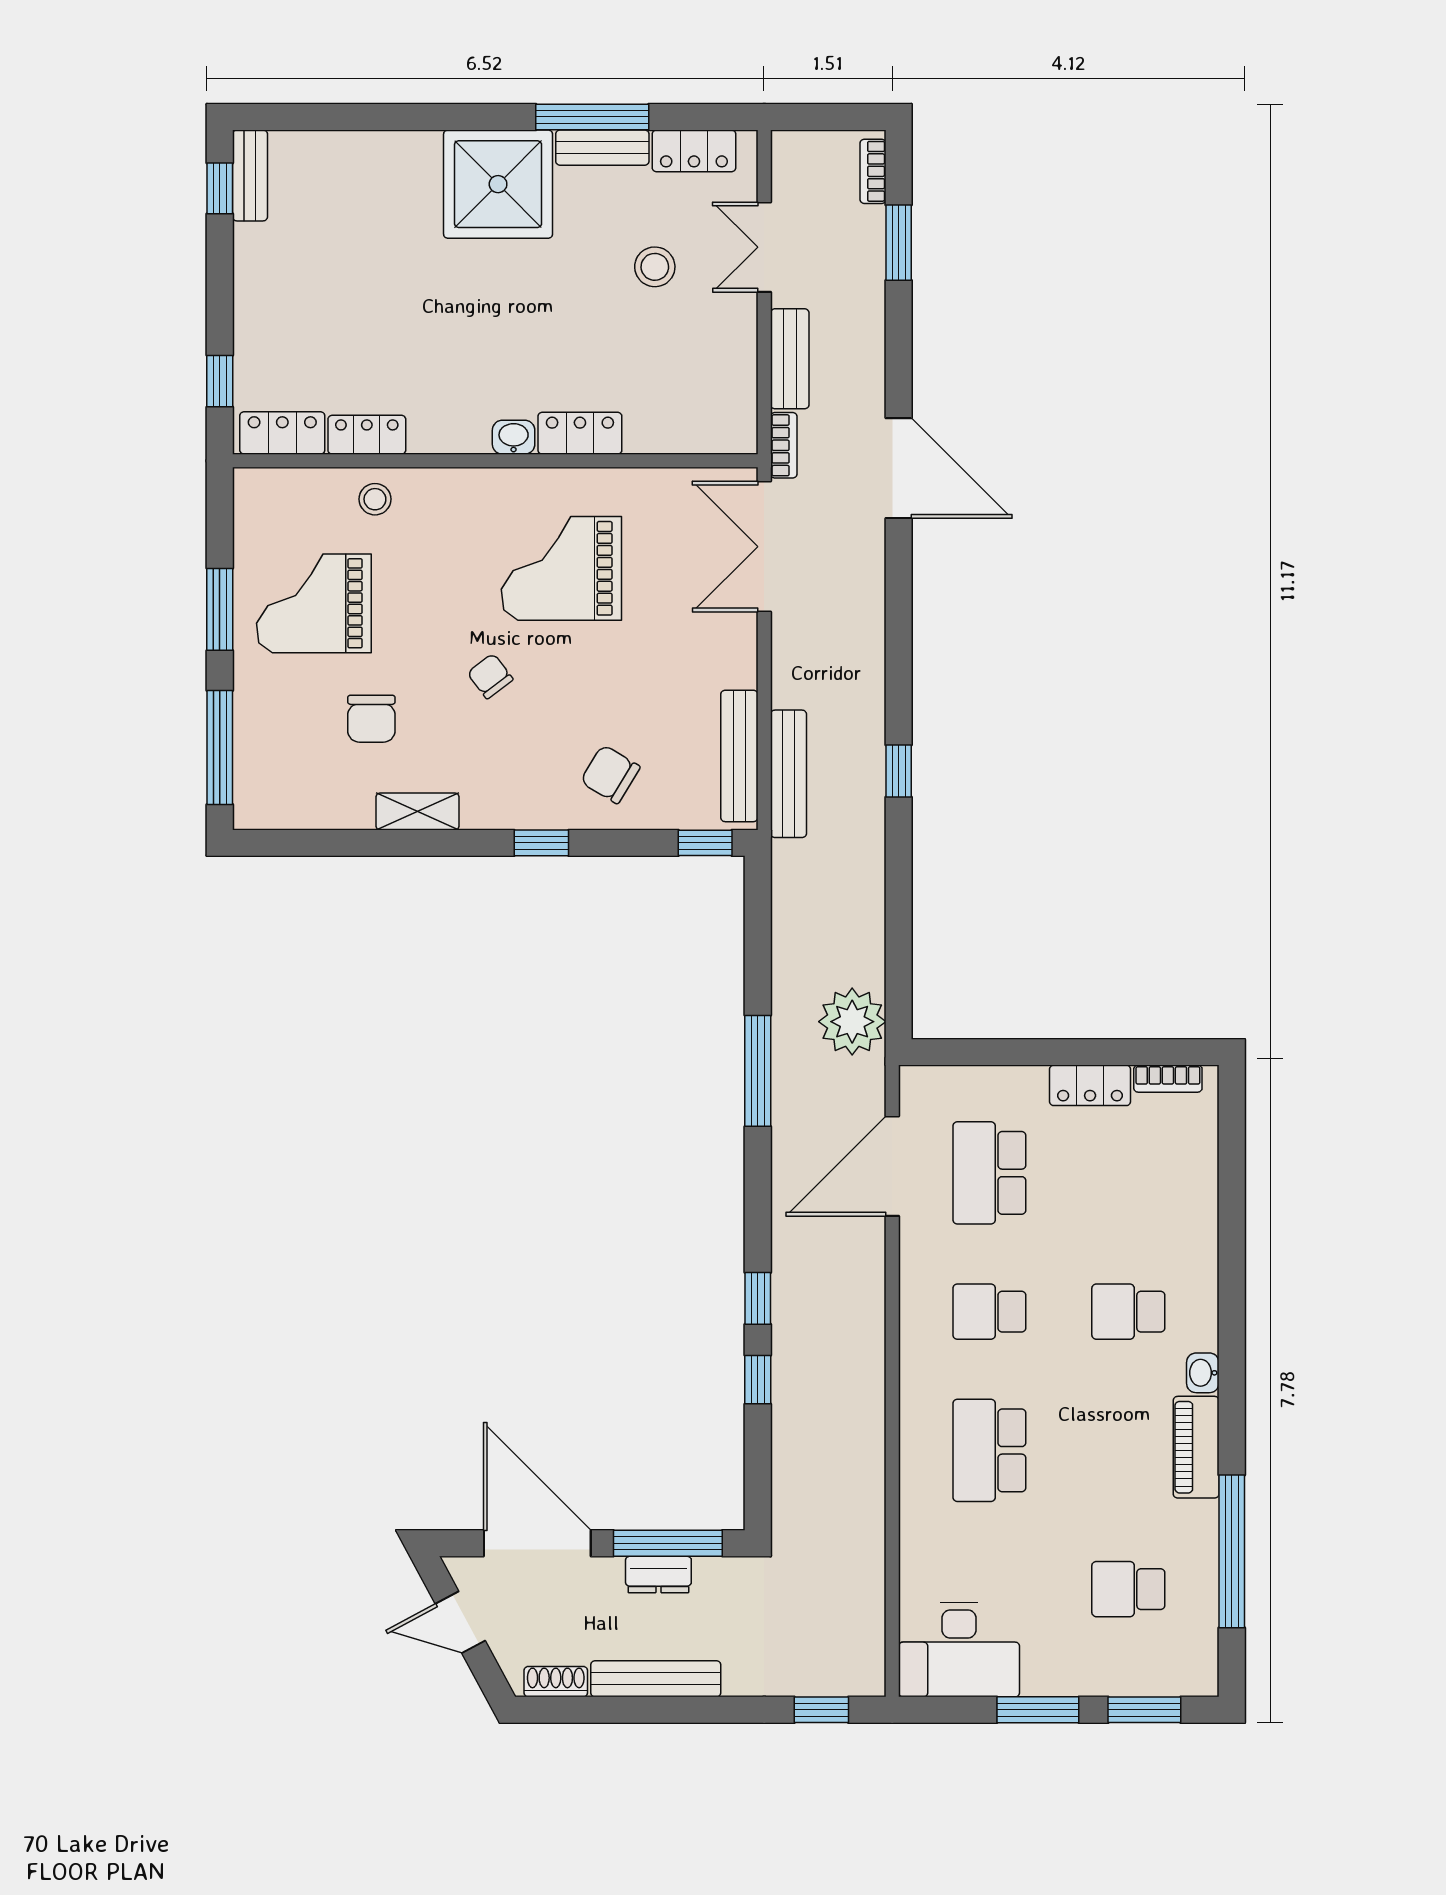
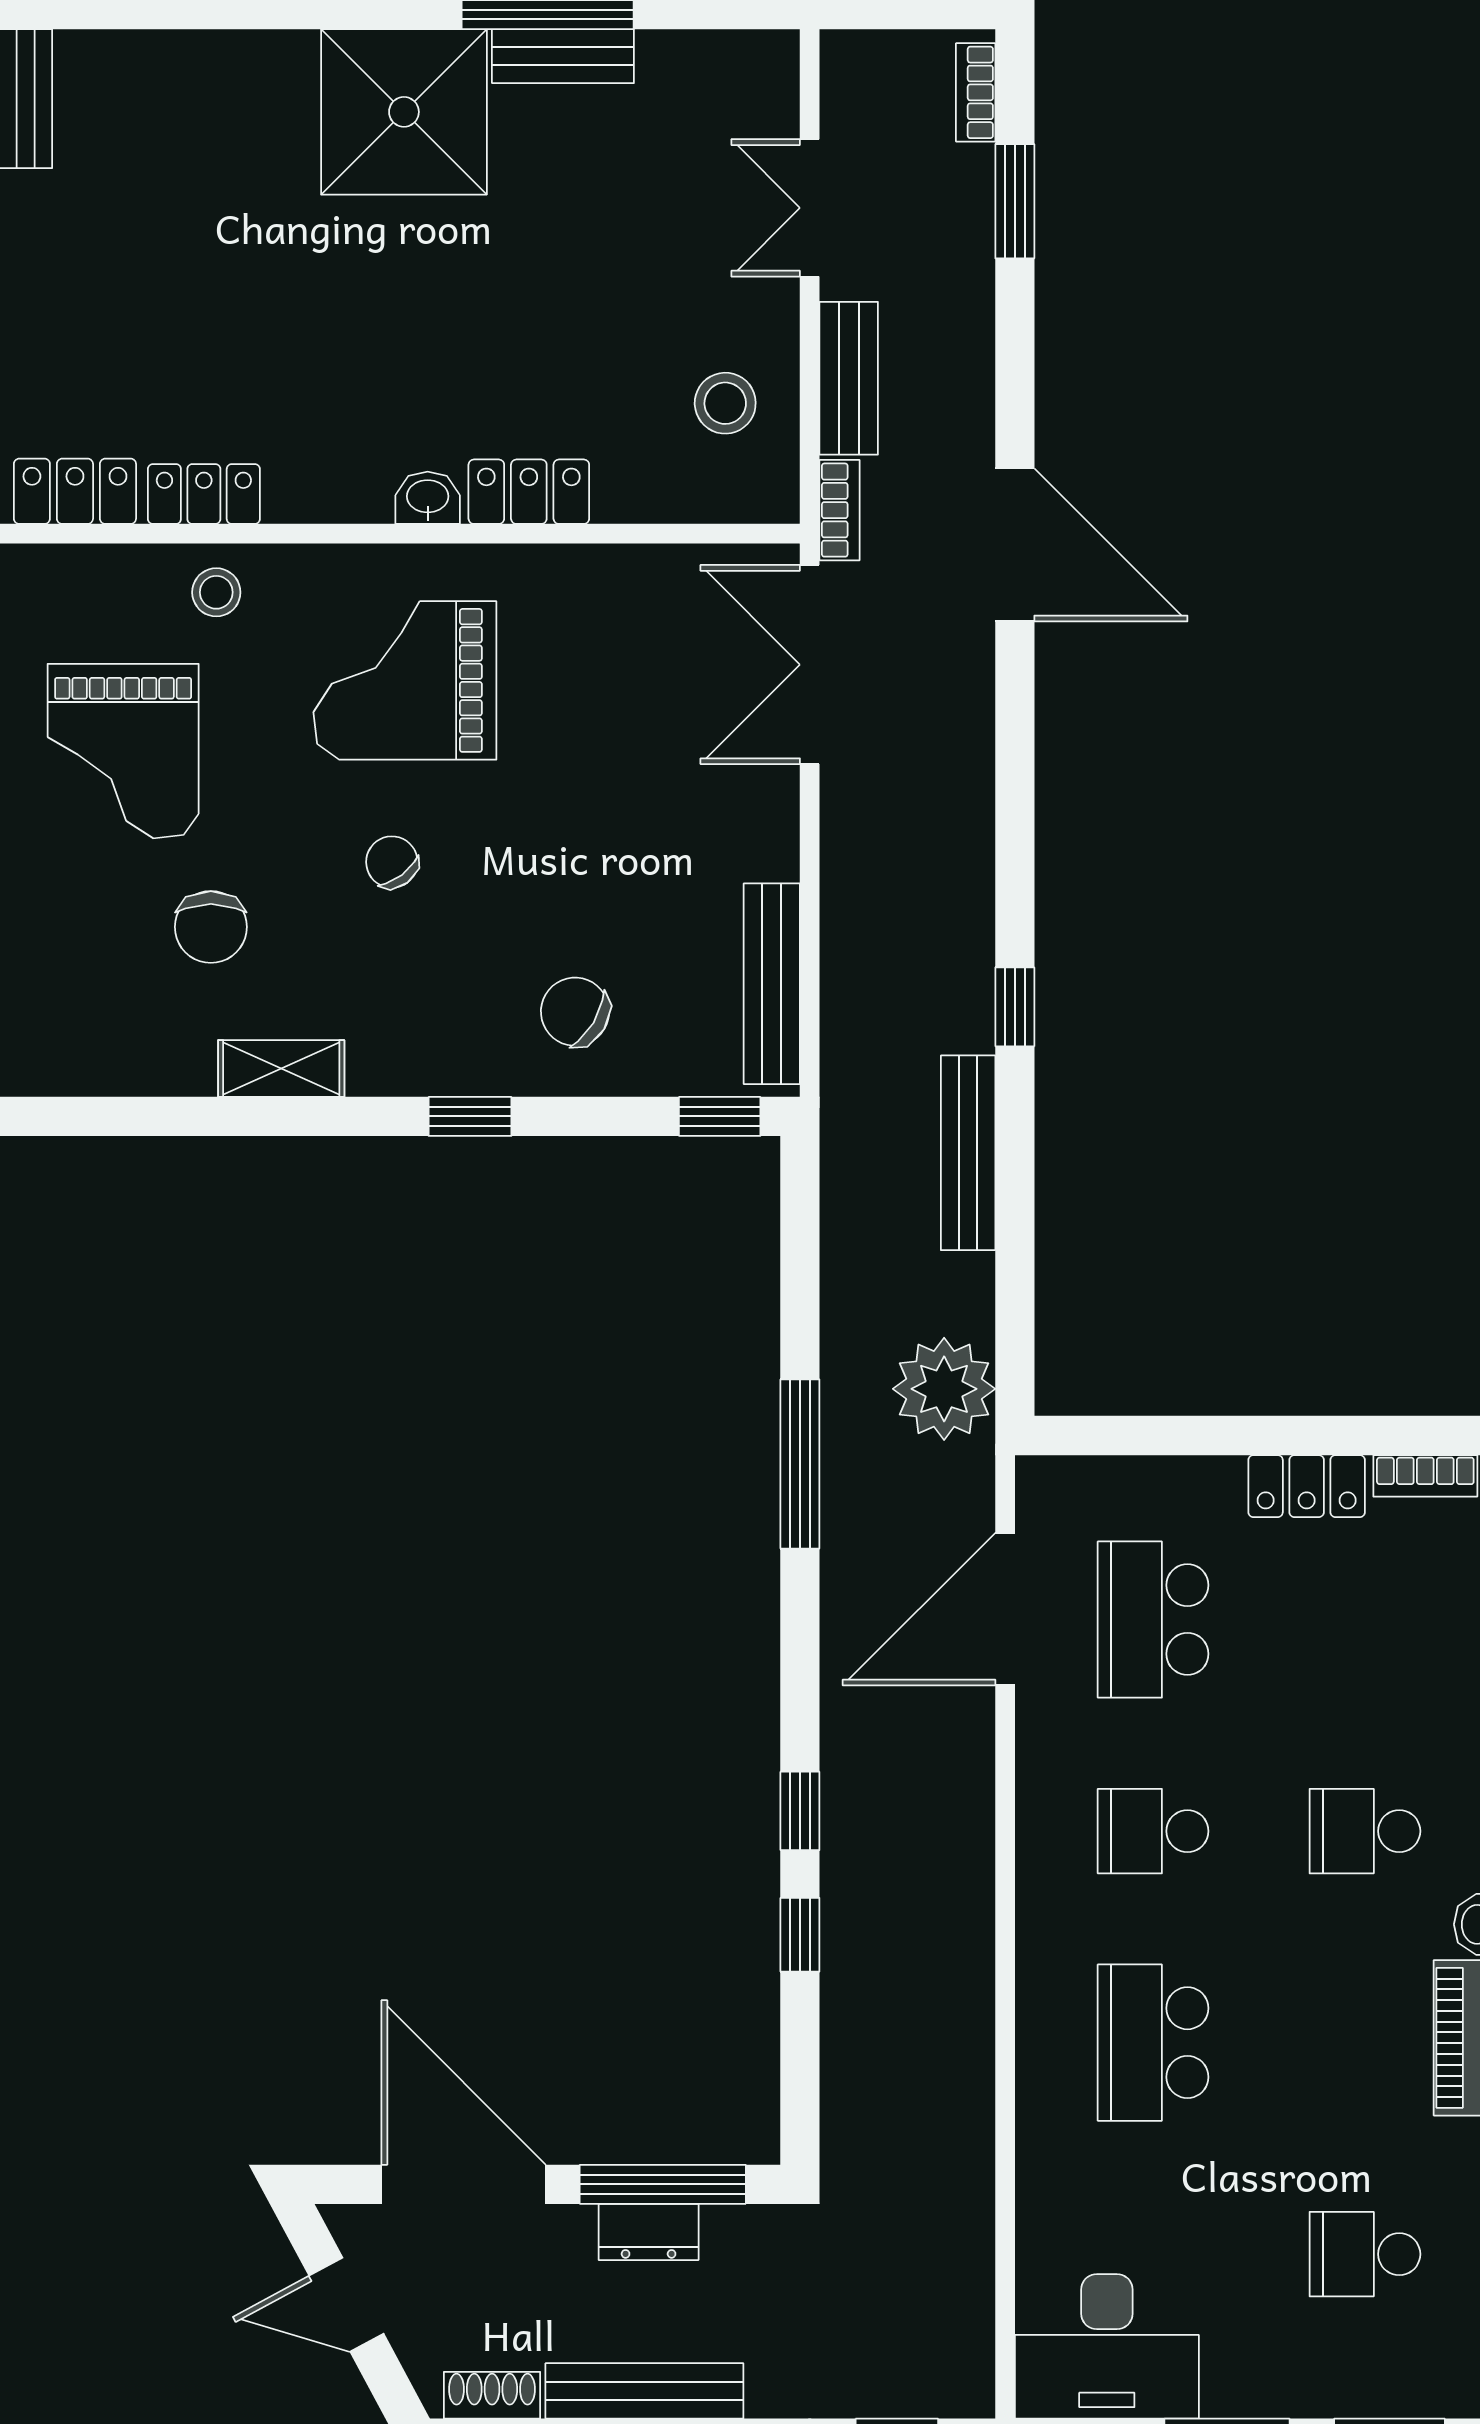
locker: (694, 151) -> (703, 61), removed
stool: (655, 267) -> (725, 403), moved
grand piano: (561, 568) -> (405, 680), moved
grand piano: (314, 603) -> (123, 751), turned -90
bench: (788, 774) -> (968, 1153), moved

